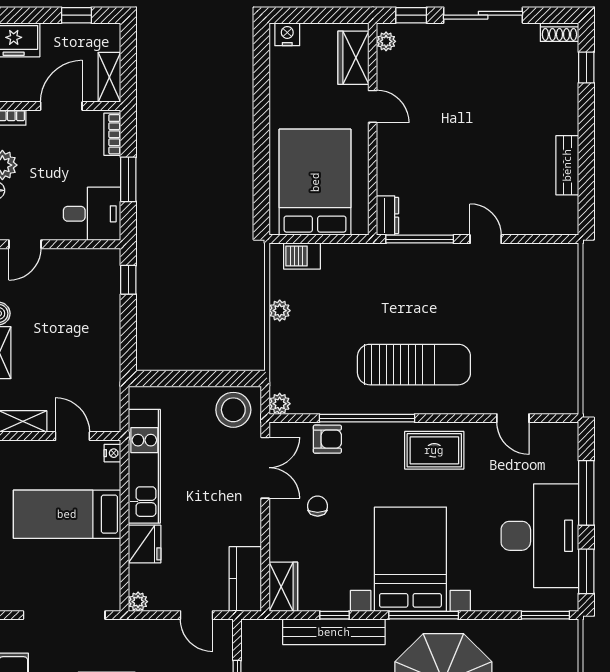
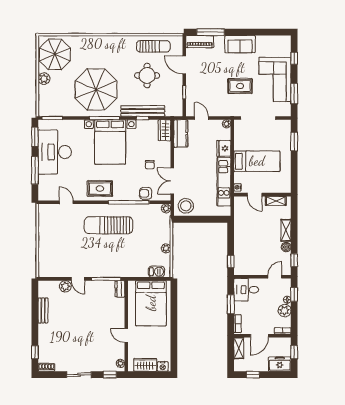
sliding door: (483, 15) -> (79, 375), width x0.73
wardrobe: (353, 58) -> (145, 365), moved, turned -90
plant: (515, 222) -> (65, 286), added

